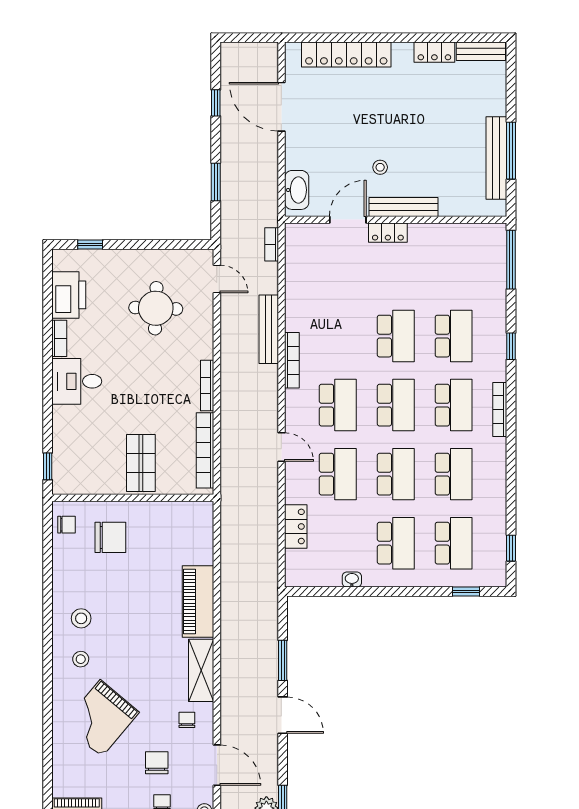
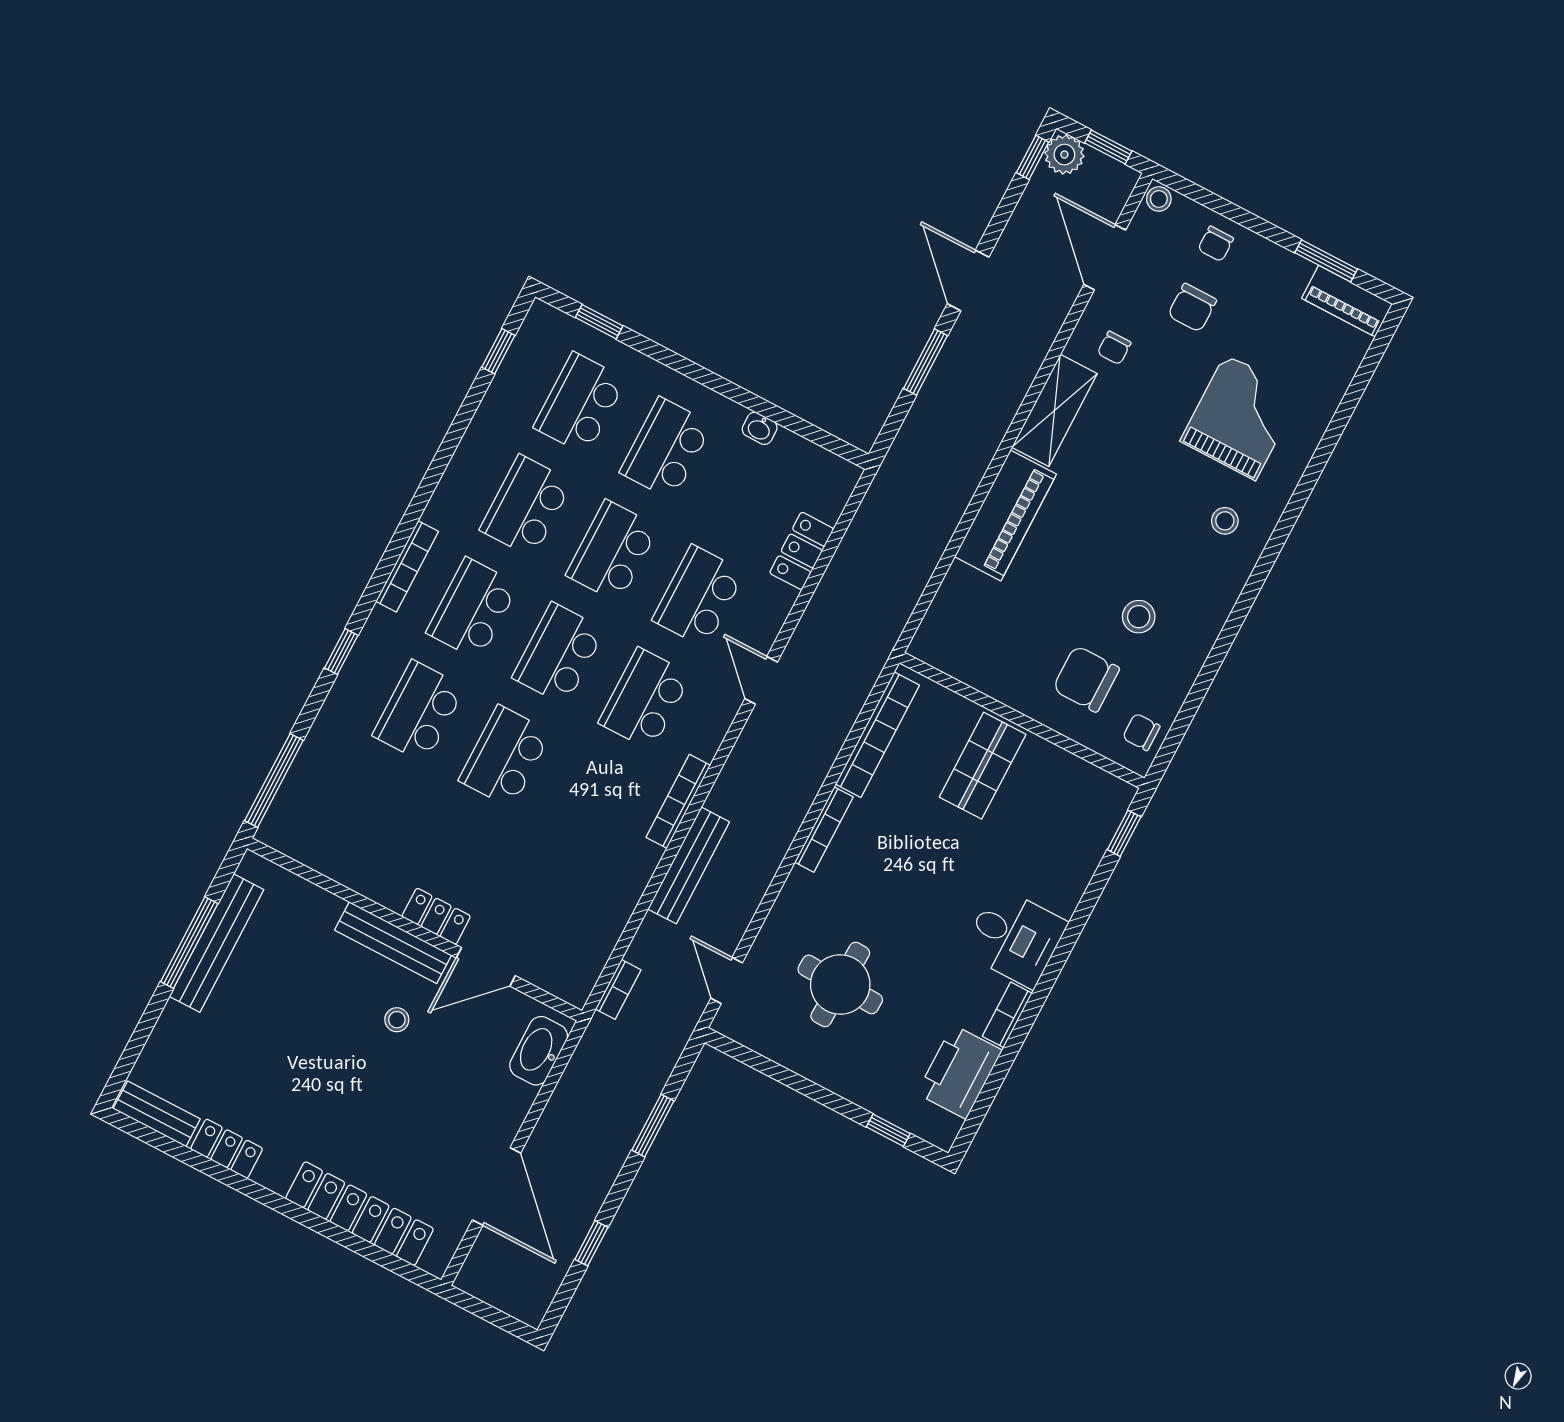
stool: (81, 618) -> (1139, 617), moved
grand piano: (101, 718) -> (1241, 417), turned -40

